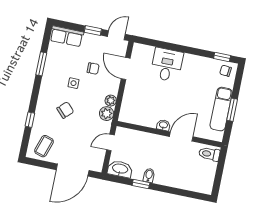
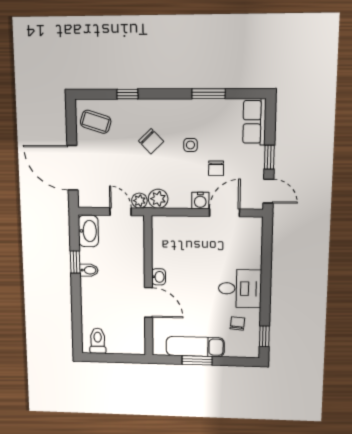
desk: (167, 65) -> (240, 289), moved
chair: (226, 71) -> (237, 323), moved
water cooler: (114, 84) -> (200, 200), added
plant: (111, 101) -> (139, 201), moved
toilet: (209, 154) -> (98, 341), moved

